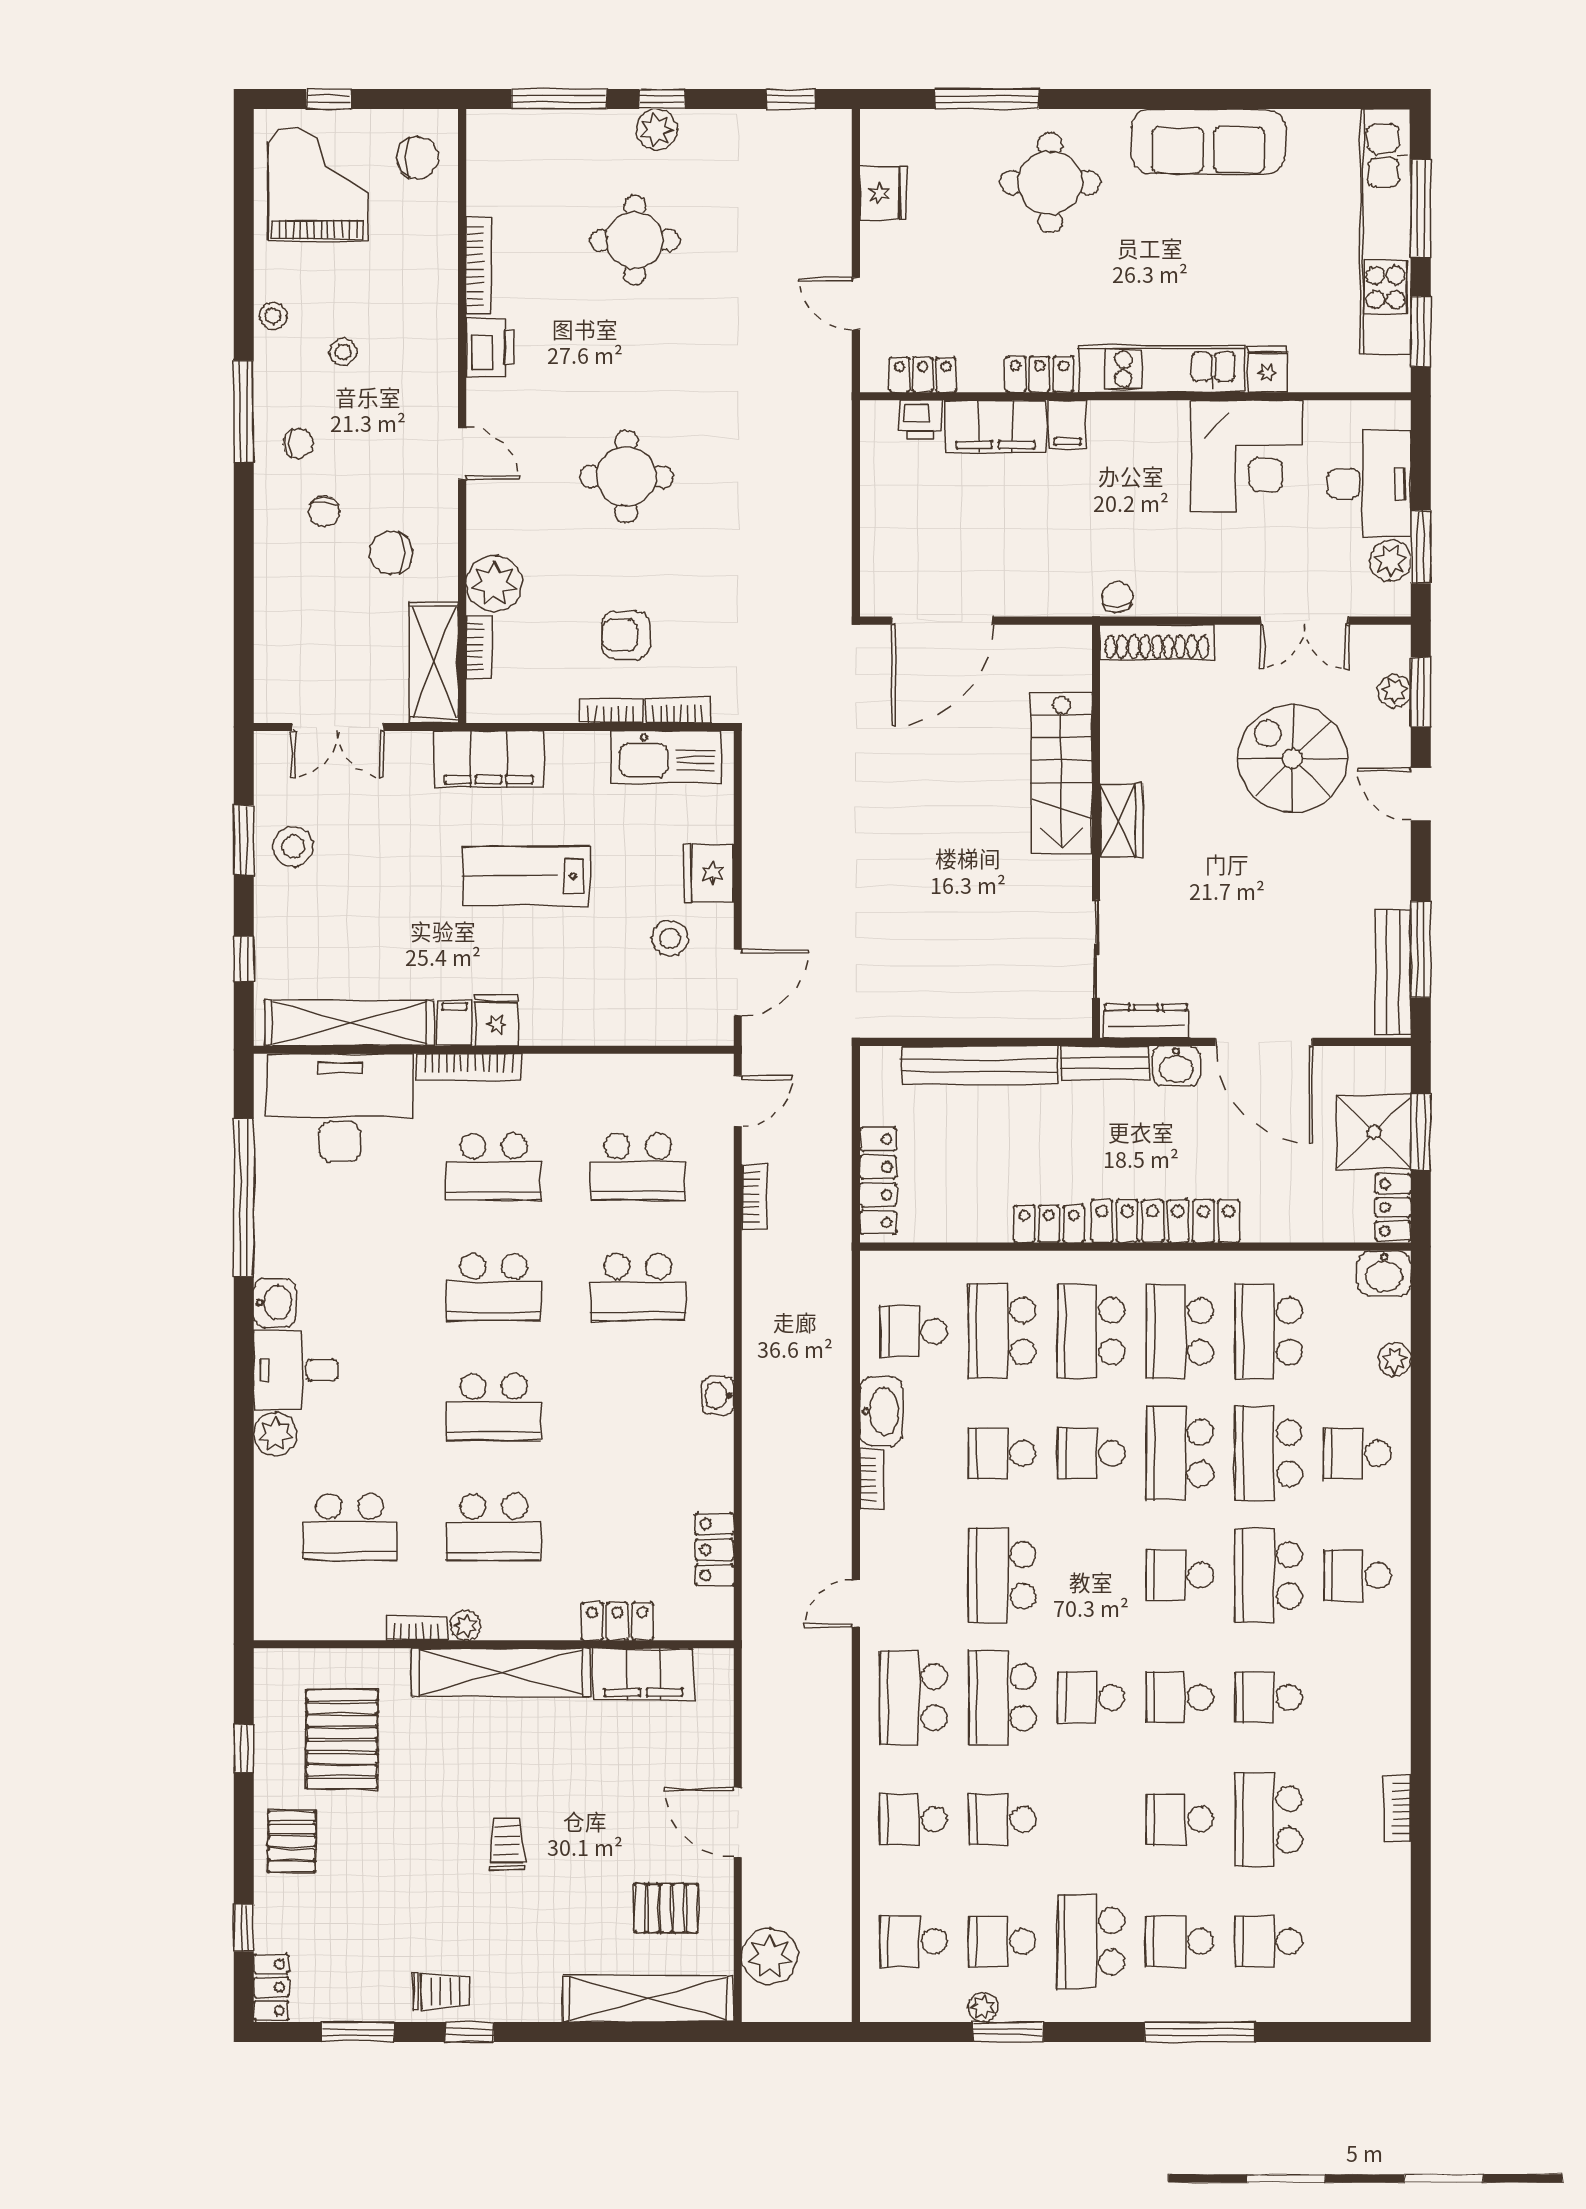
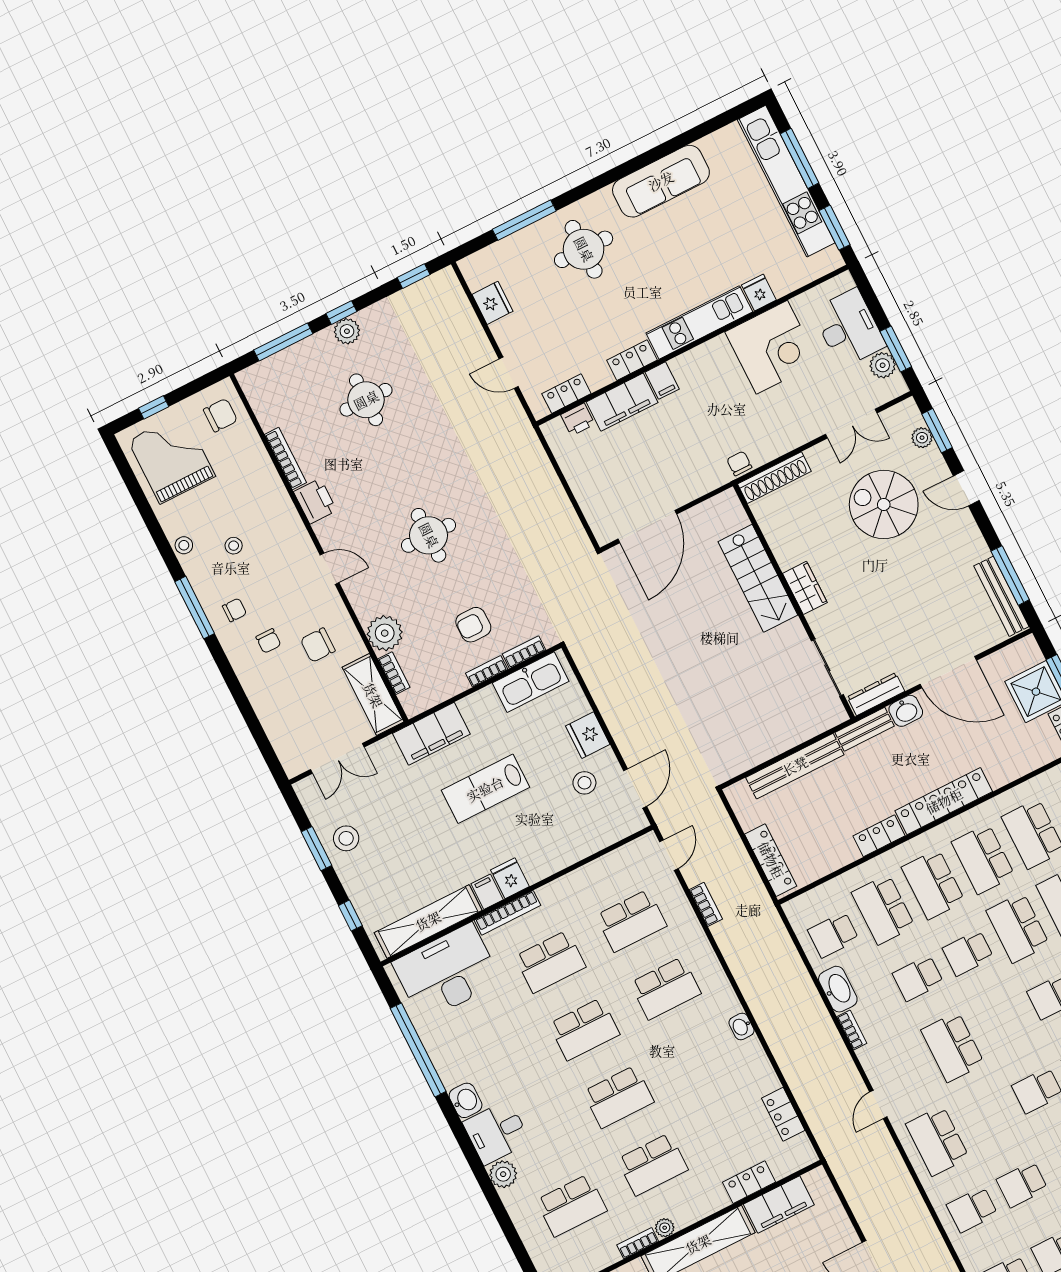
school desk: (1002, 1697) -> (987, 1116), removed

